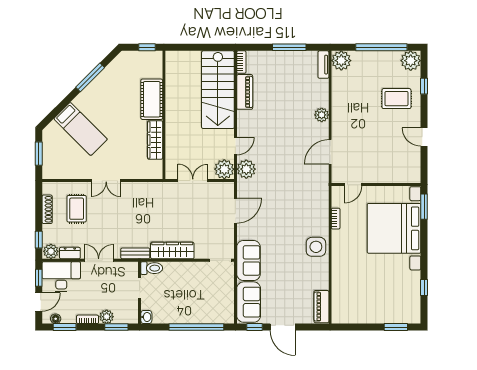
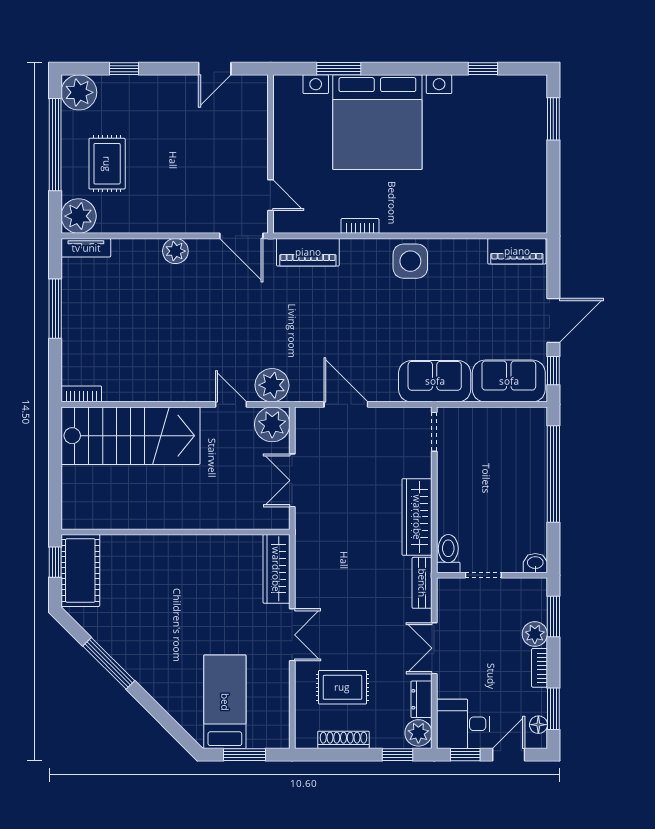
piano: (245, 92) -> (308, 252), moved, turned 180
cot: (152, 99) -> (80, 570), moved, turned 90
rug: (396, 99) -> (107, 164), moved
bed: (81, 129) -> (225, 702), moved, turned -45
wardrobe: (155, 140) -> (276, 569), moved, turned 90
door: (353, 185) -> (271, 195), moved
wall: (376, 185) -> (271, 154), moved
desk: (61, 277) -> (463, 724), width x0.73
door: (39, 302) -> (509, 755), hinge flipped

